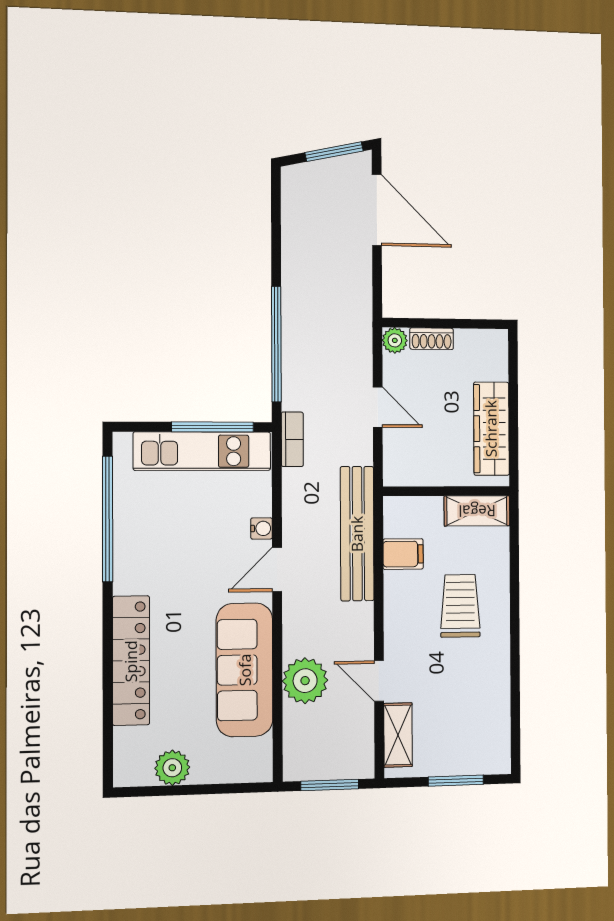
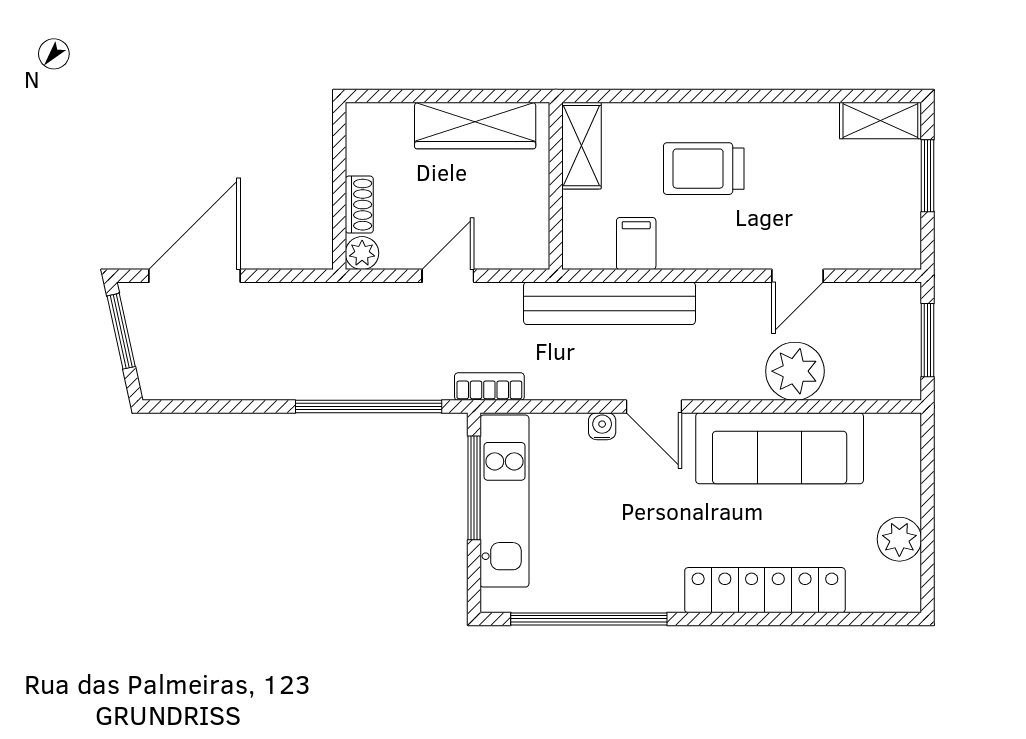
shelving: (398, 735) -> (880, 121), moved

